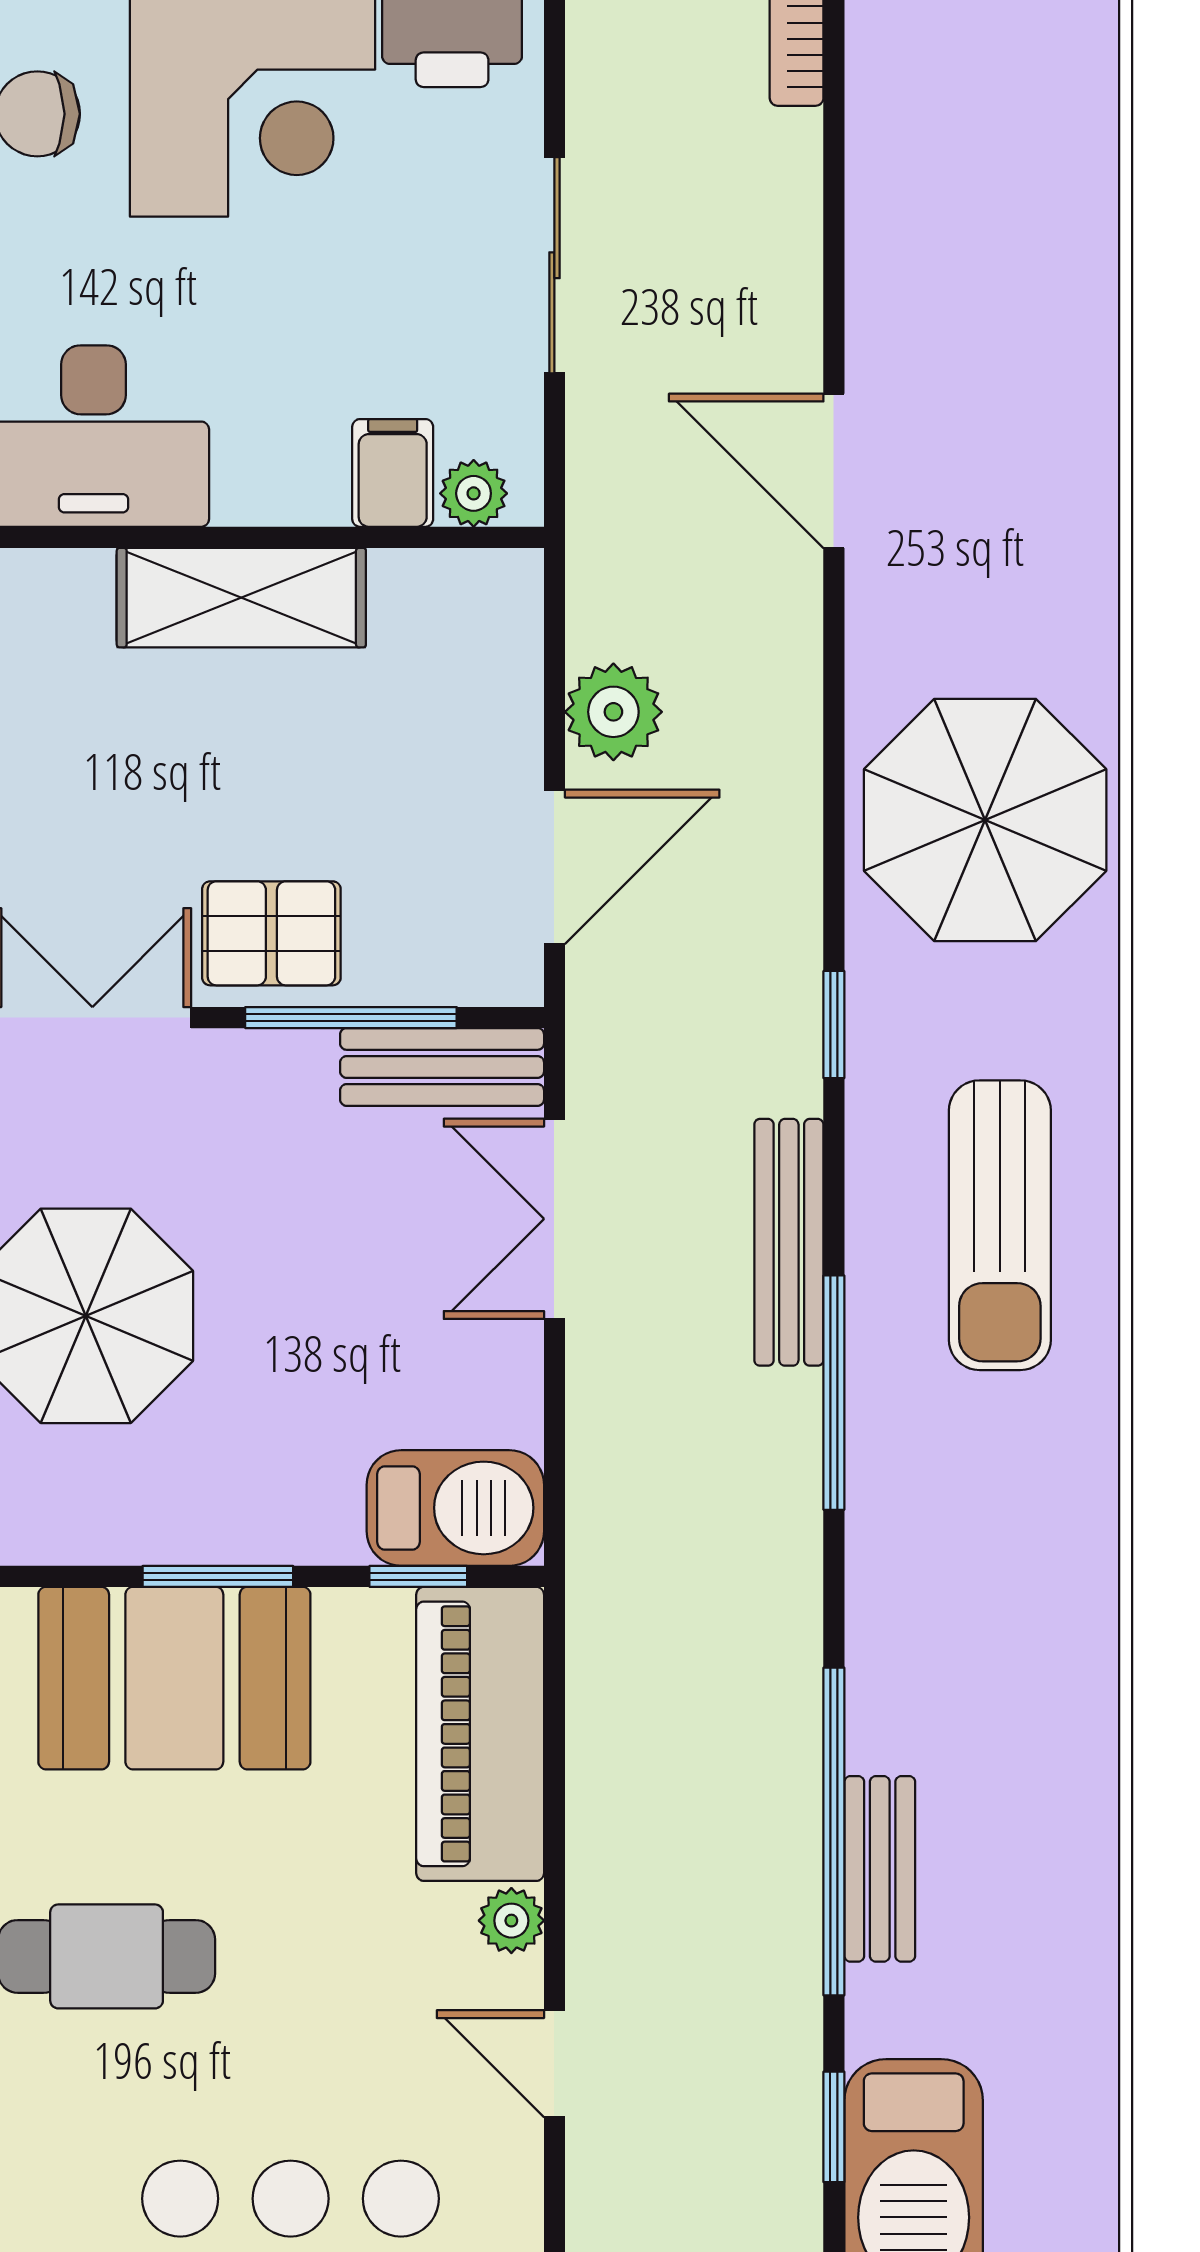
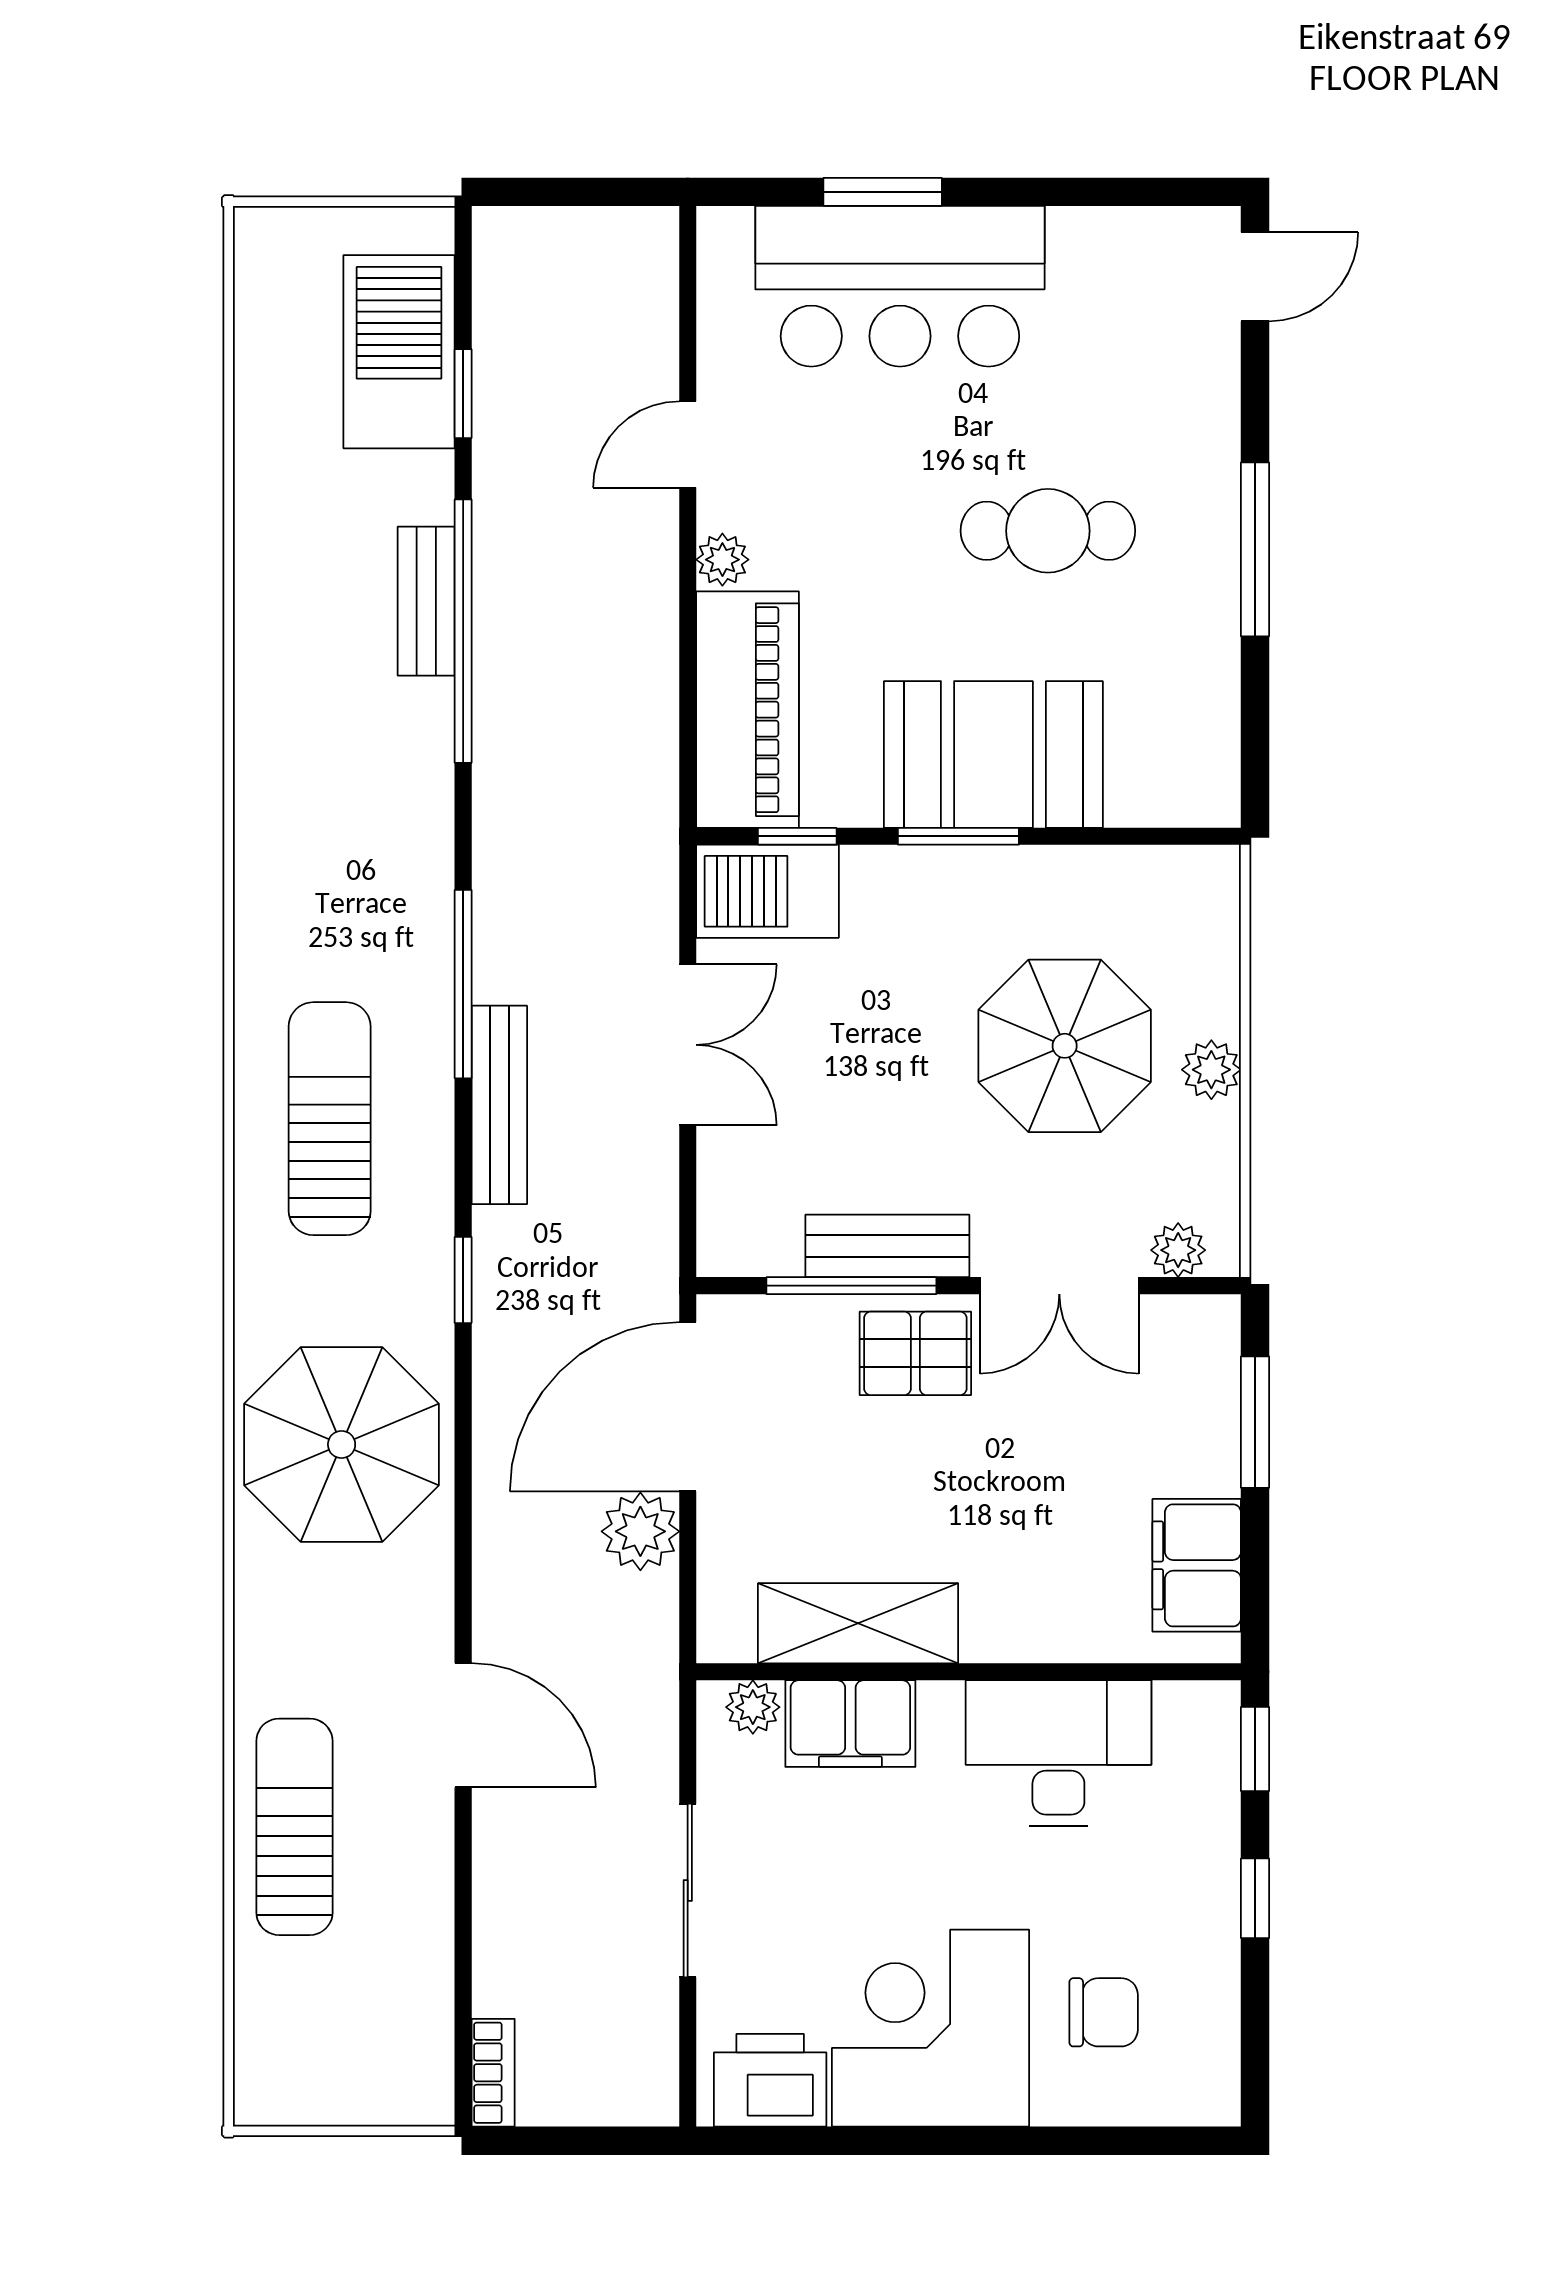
sun lounger: (1044, 344) -> (294, 1827), added
filing cabinet: (393, 473) -> (850, 1724), width x2.00
shelving: (241, 598) -> (858, 1623), moved
door: (554, 867) -> (688, 1407), width x1.36
bench: (442, 1067) -> (887, 1246), moved
double door: (554, 1219) -> (688, 1045), moved
door: (554, 2064) -> (688, 444), swing flipped

